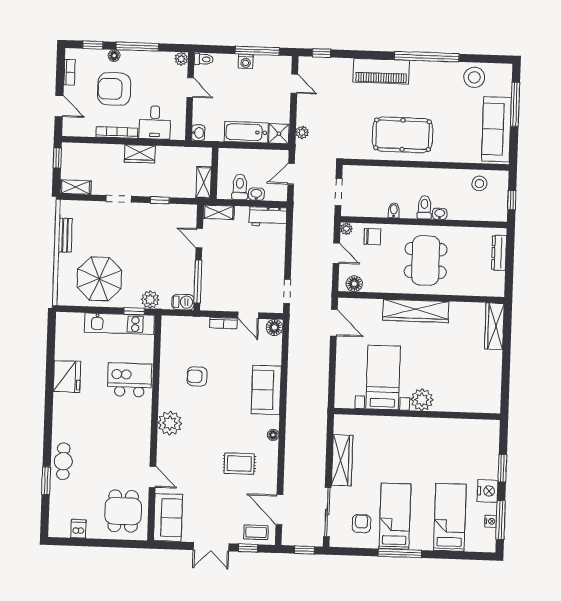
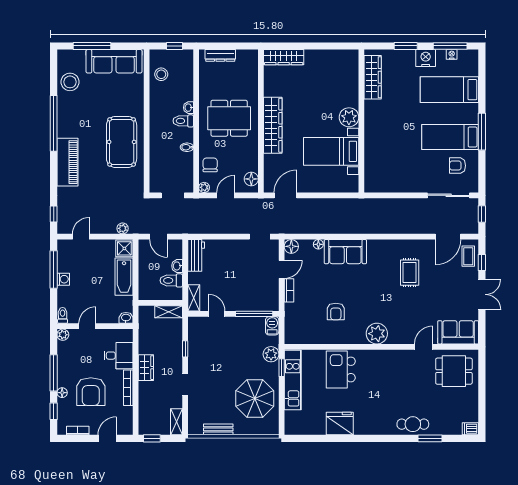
door: (199, 238) -> (217, 314), swing flipped
floor lamp: (273, 435) -> (318, 244), moved
wardrobe: (342, 460) -> (373, 77), moved, turned 90
dishwasher: (78, 529) -> (470, 429), moved

